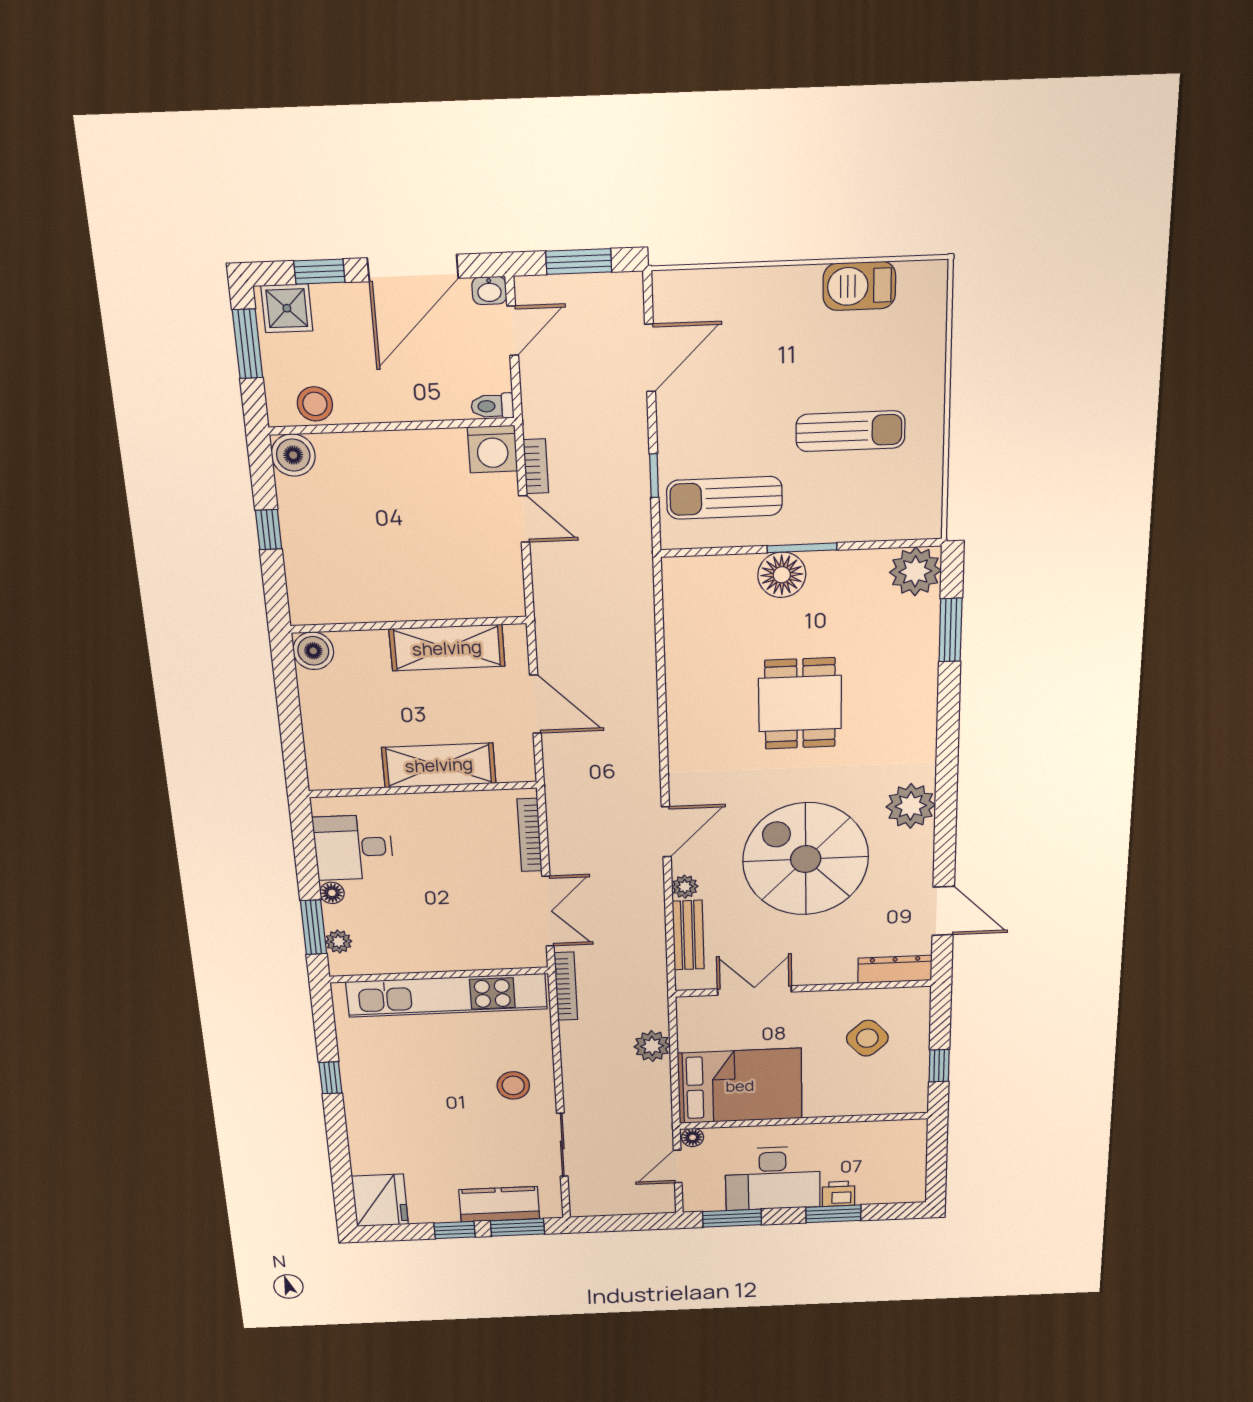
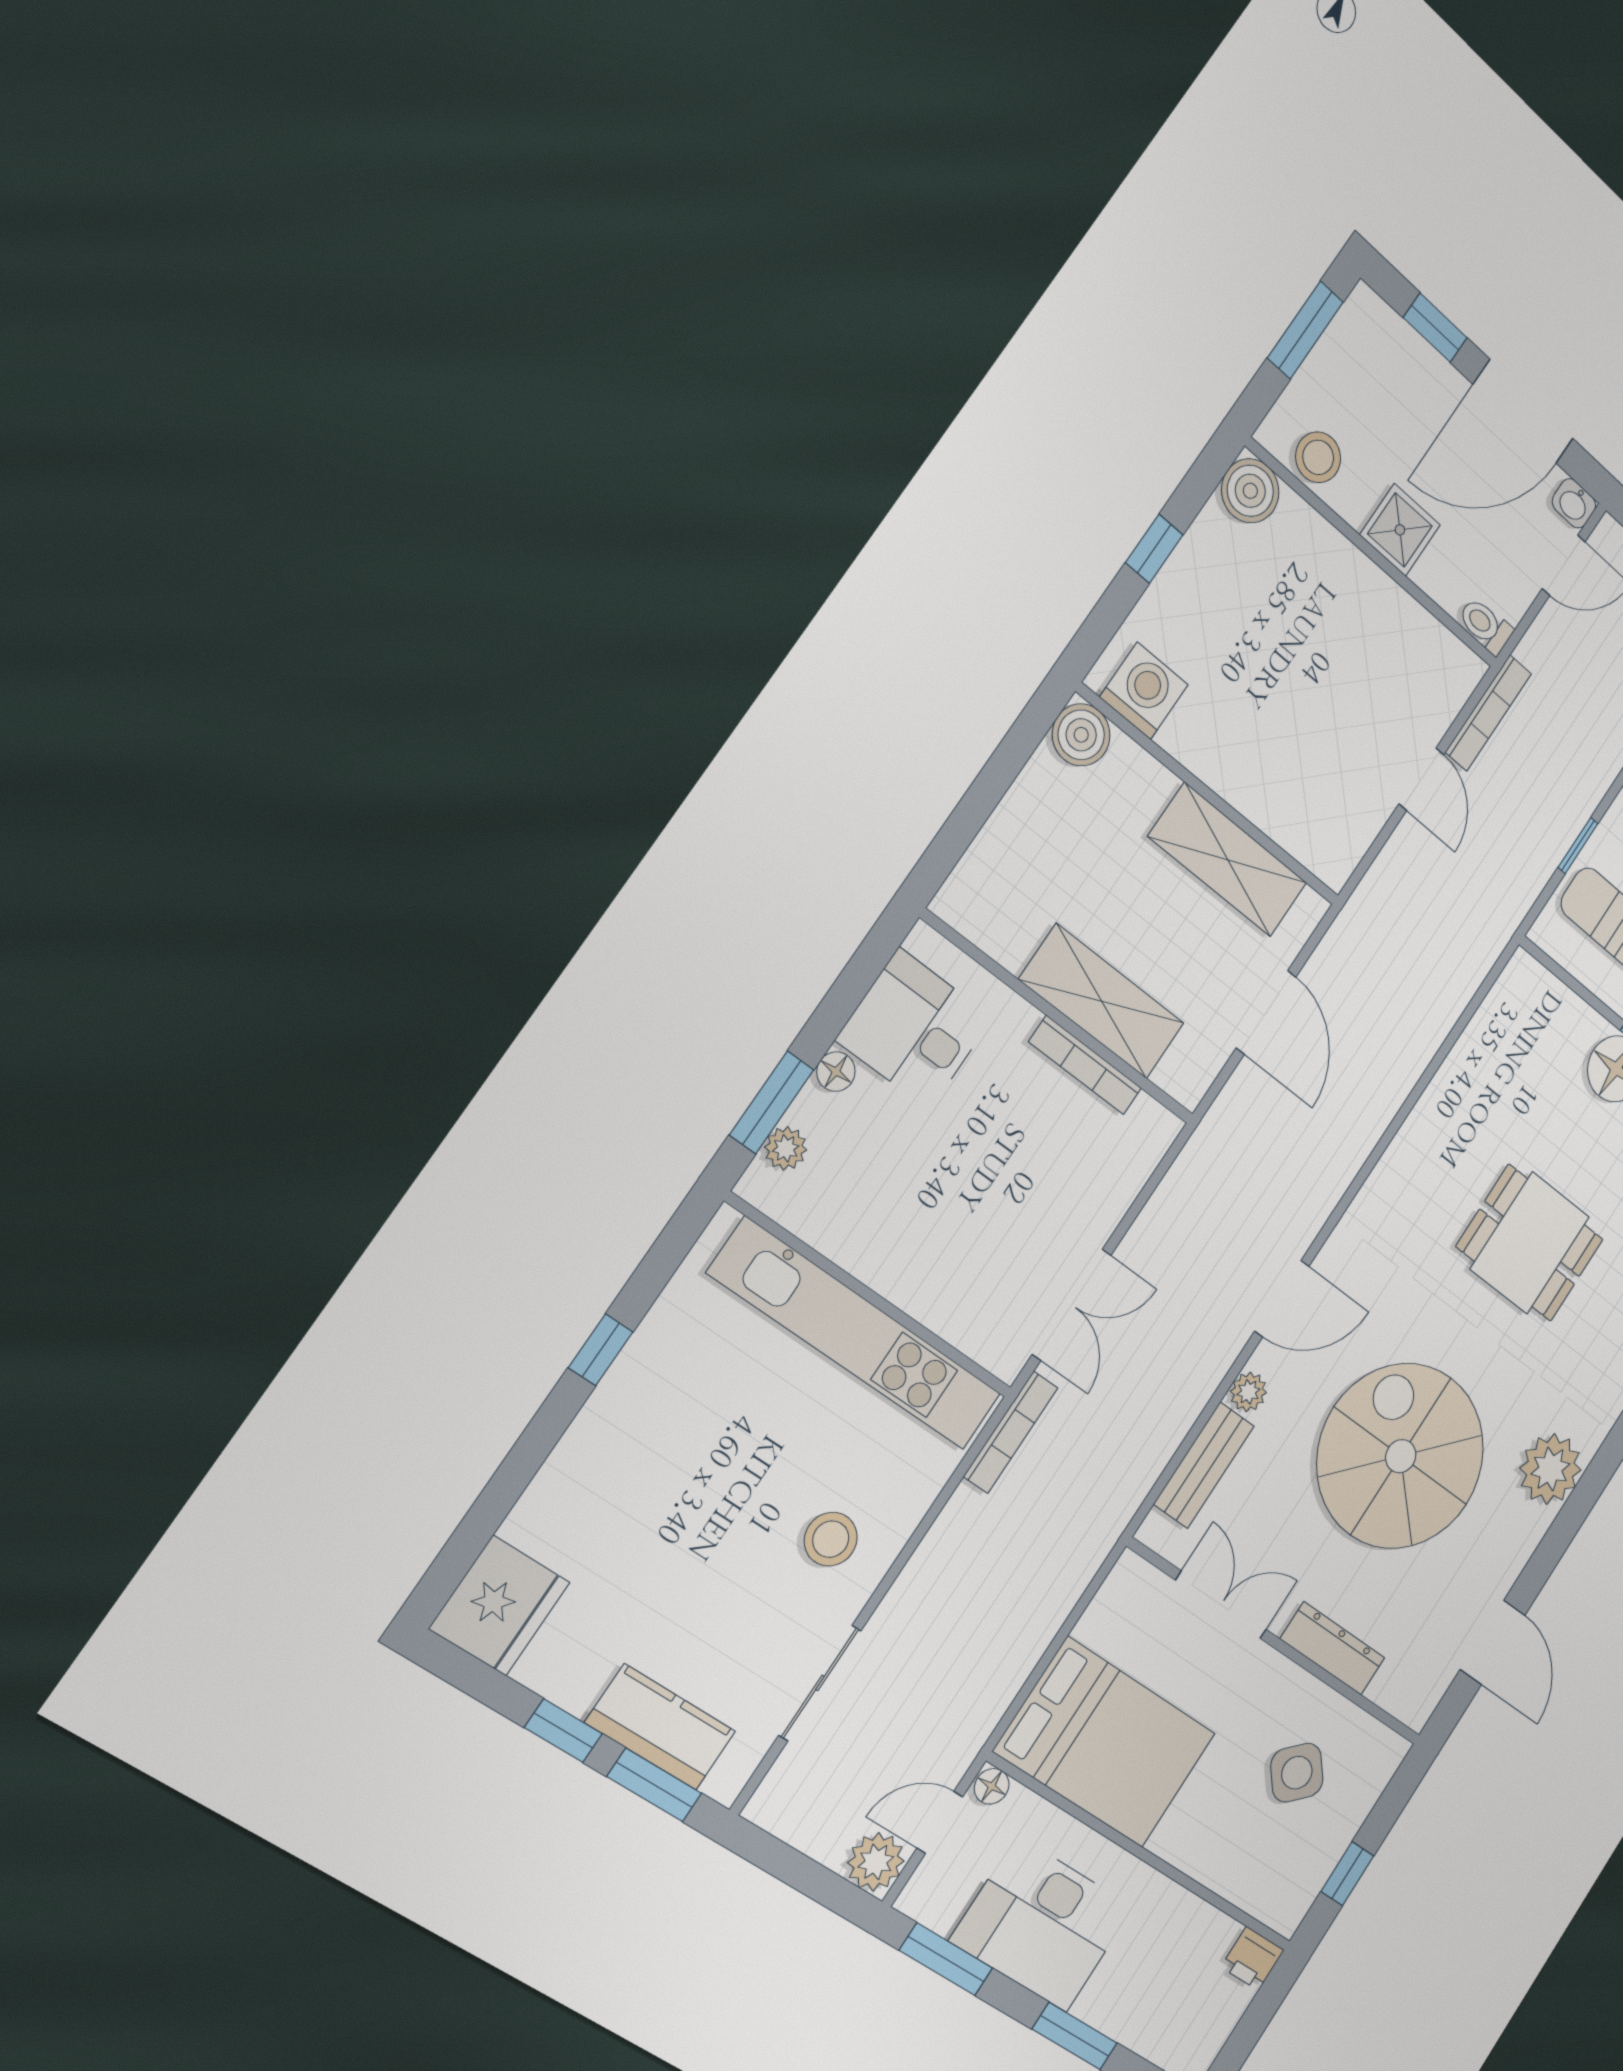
shower: (287, 308) -> (1400, 530), moved
washing machine: (492, 449) -> (1144, 691), moved, turned 180
bookcase: (536, 466) -> (1488, 713), width x1.56
dining table: (800, 704) -> (1530, 1243), turned 90
bookcase: (530, 835) -> (1085, 1065), moved, turned -90
dresser: (895, 969) -> (1333, 1648), moved
plant: (652, 1046) -> (876, 1862), moved
printer: (838, 1194) -> (1252, 1959), moved, turned 180

